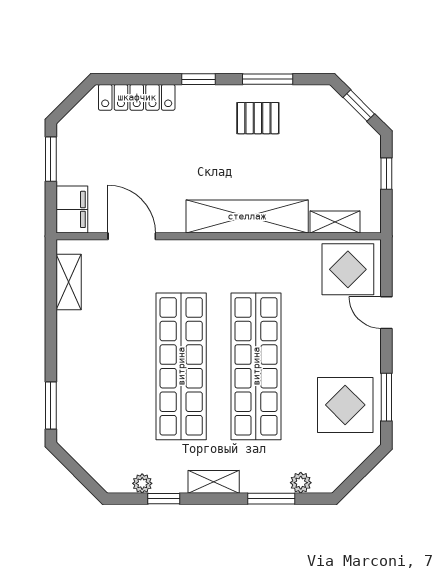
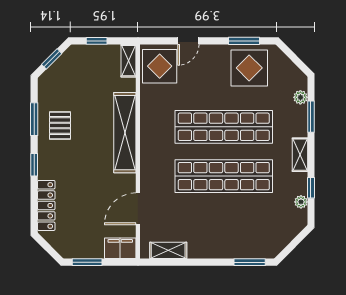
shelving: (335, 222) -> (128, 61), moved

